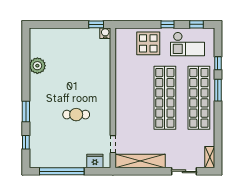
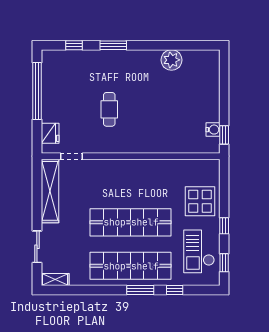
water cooler: (105, 33) -> (213, 130), moved

